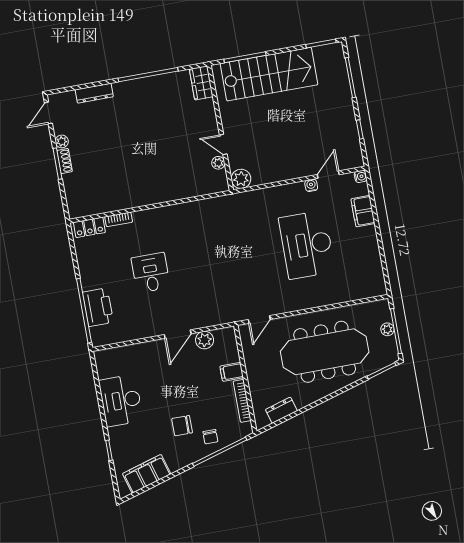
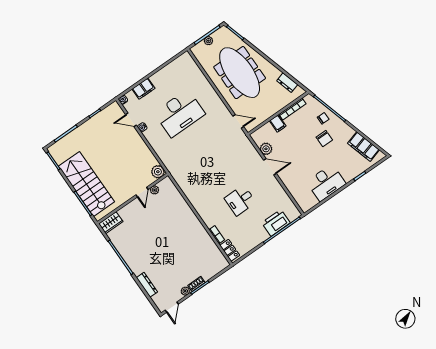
door: (48, 113) -> (172, 307), hinge flipped

